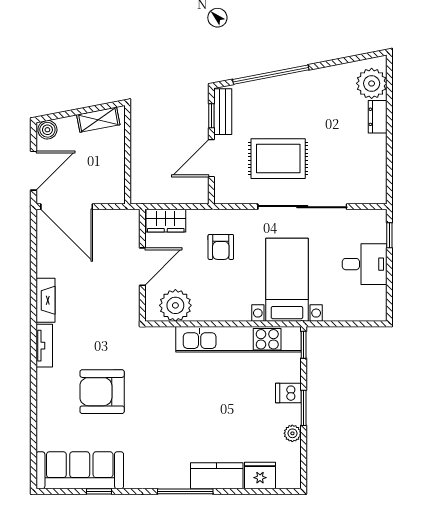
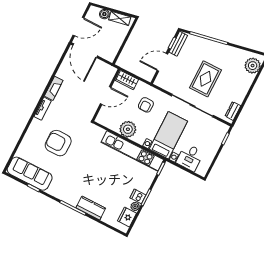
dresser: (378, 117) -> (233, 111), moved
boiler: (47, 130) -> (104, 14), moved
rug: (278, 159) -> (205, 79), moved, turned 90
desk: (365, 264) -> (190, 157), moved, turned 90
plant: (175, 305) -> (128, 129), moved
dishwasher: (288, 393) -> (138, 196), moved
fridge: (260, 476) -> (127, 217), moved, turned -90

